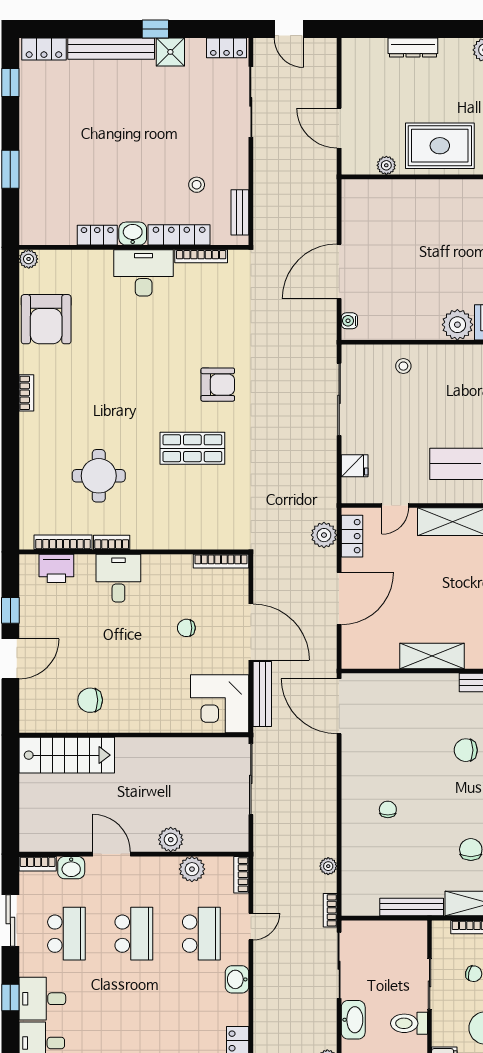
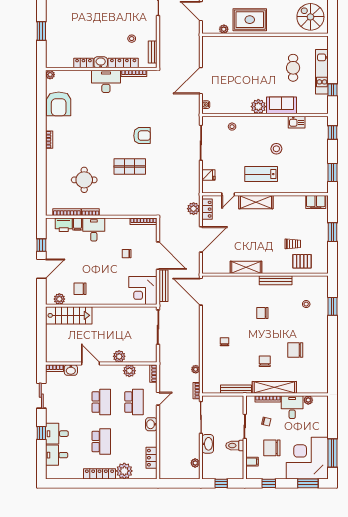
filing cabinet: (85, 567) -> (78, 224), added
plant: (48, 721) -> (59, 299), added
school desk: (66, 934) -> (101, 442), moved

